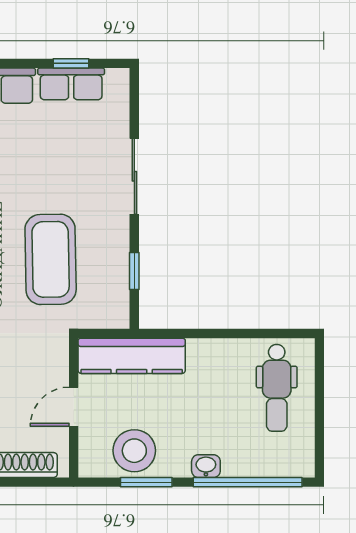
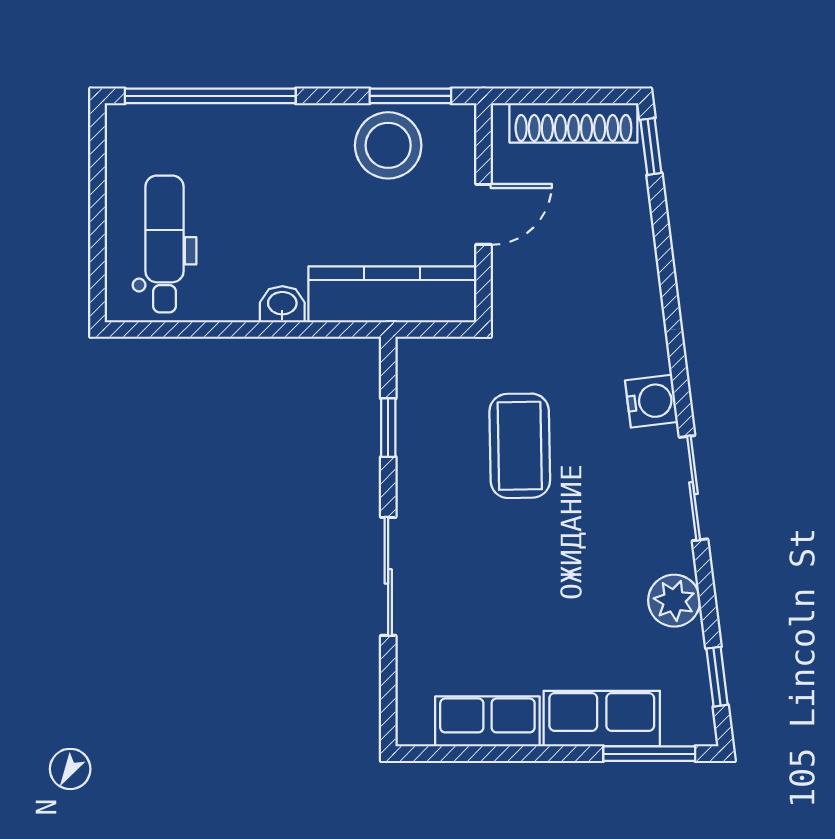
window: (71, 63) -> (488, 754), removed
coffee table: (51, 259) -> (520, 446), width x0.73, depth x0.76
washbasin: (206, 466) -> (282, 304), moved, turned 180
window: (146, 482) -> (410, 96), moved

